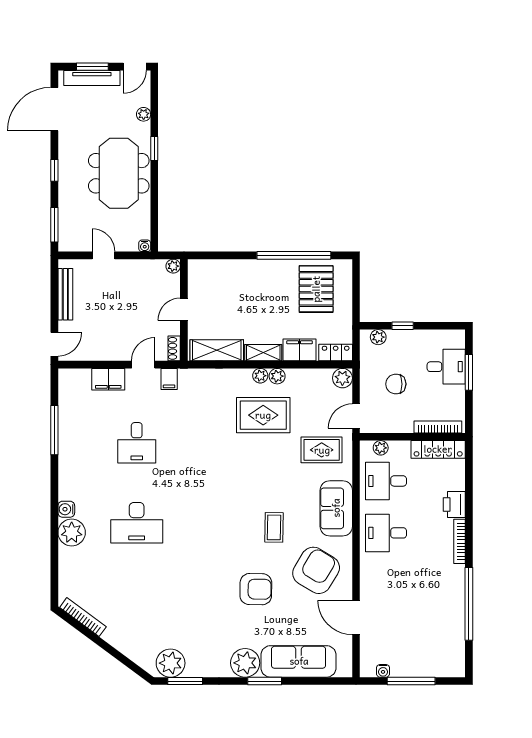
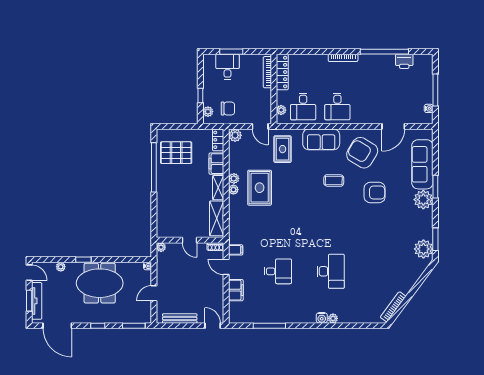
chair: (396, 384) -> (228, 108), moved, turned -90
printer: (454, 505) -> (404, 61), moved
plant: (72, 533) -> (333, 318), width x0.53, depth x0.53
armchair: (256, 589) -> (375, 193), turned 89

